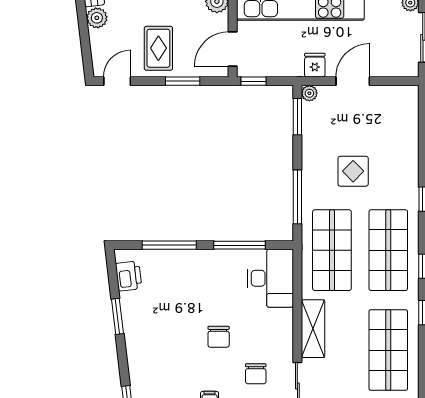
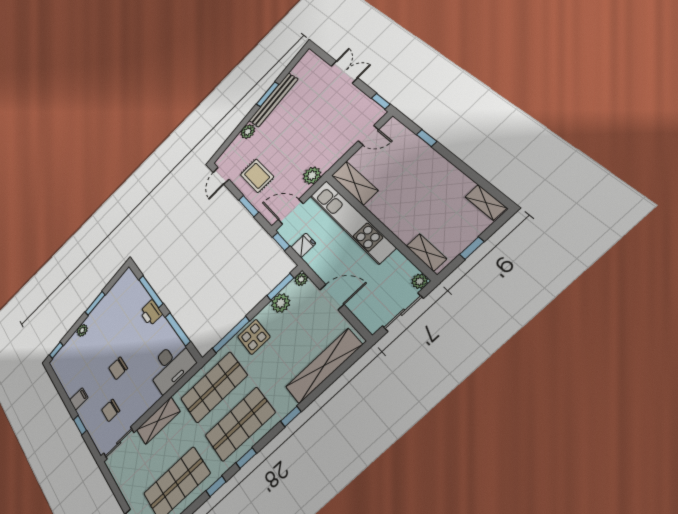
rug: (158, 48) -> (257, 176), turned 90
fridge: (315, 65) -> (303, 245), moved
door: (117, 81) -> (221, 176), swing flipped
plant: (313, 129) -> (281, 303), added
shelving: (406, 137) -> (324, 366), added
display table: (353, 171) -> (254, 337), moved
printer: (129, 276) -> (151, 313), moved, turned 97
plant: (134, 351) -> (82, 330), added

